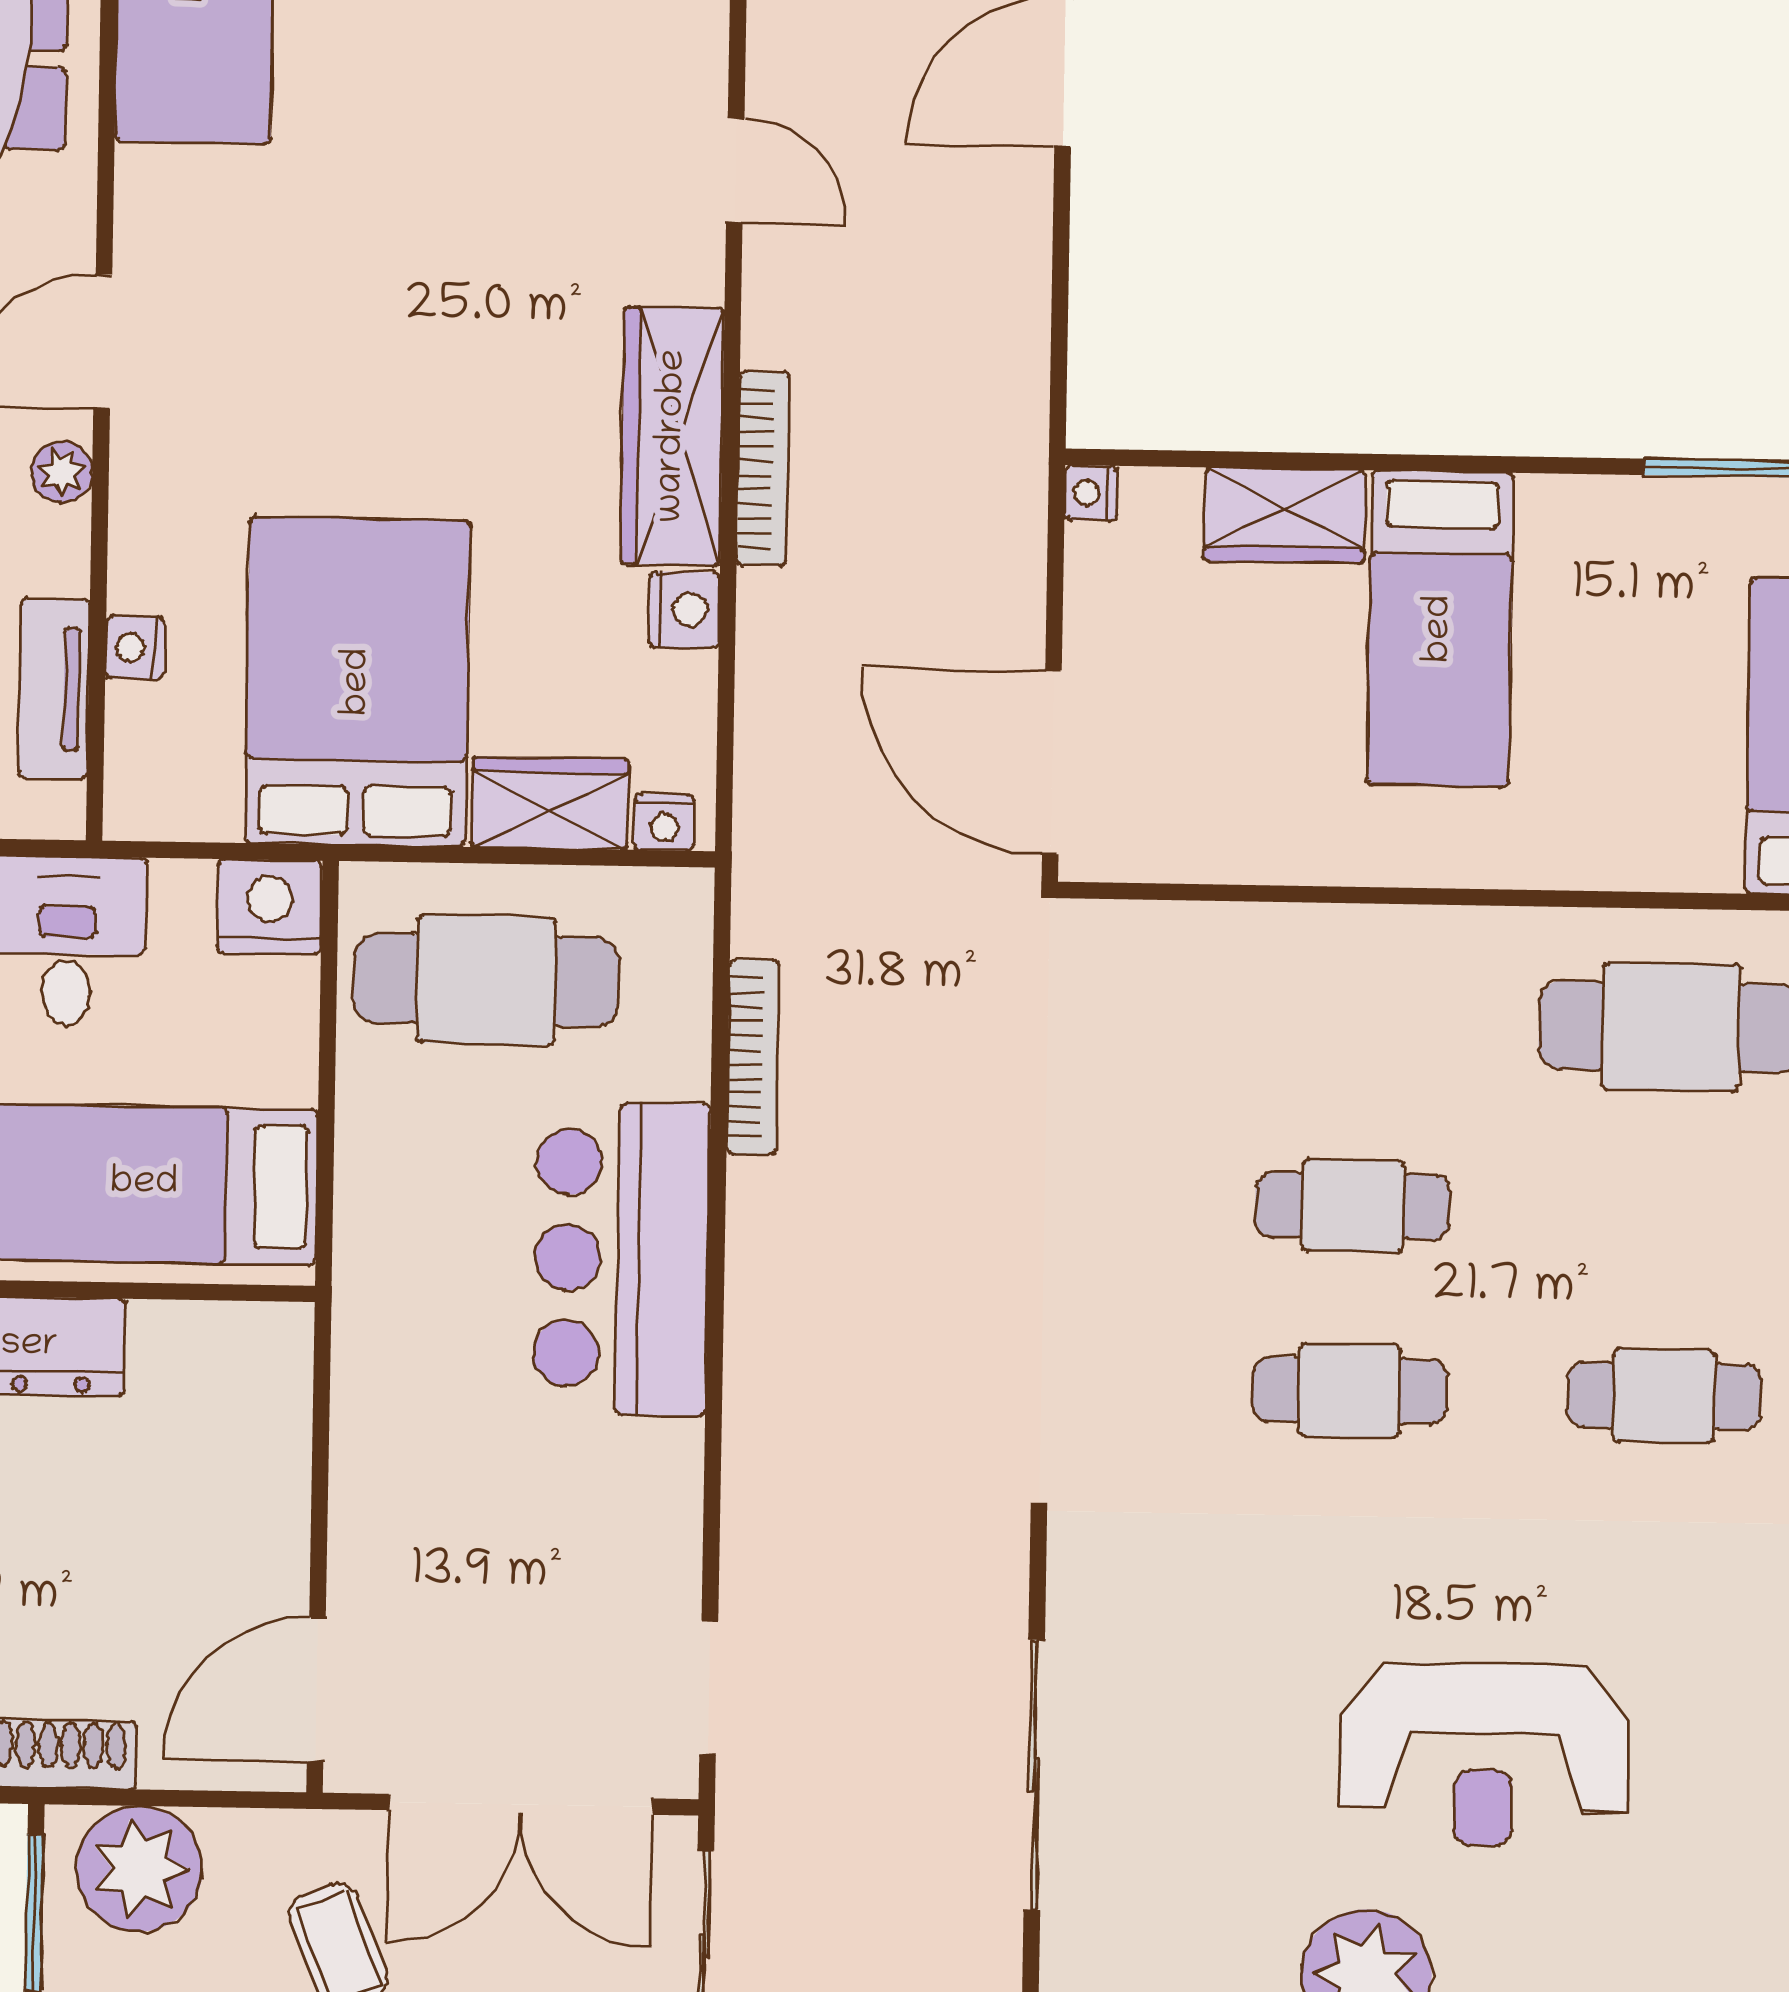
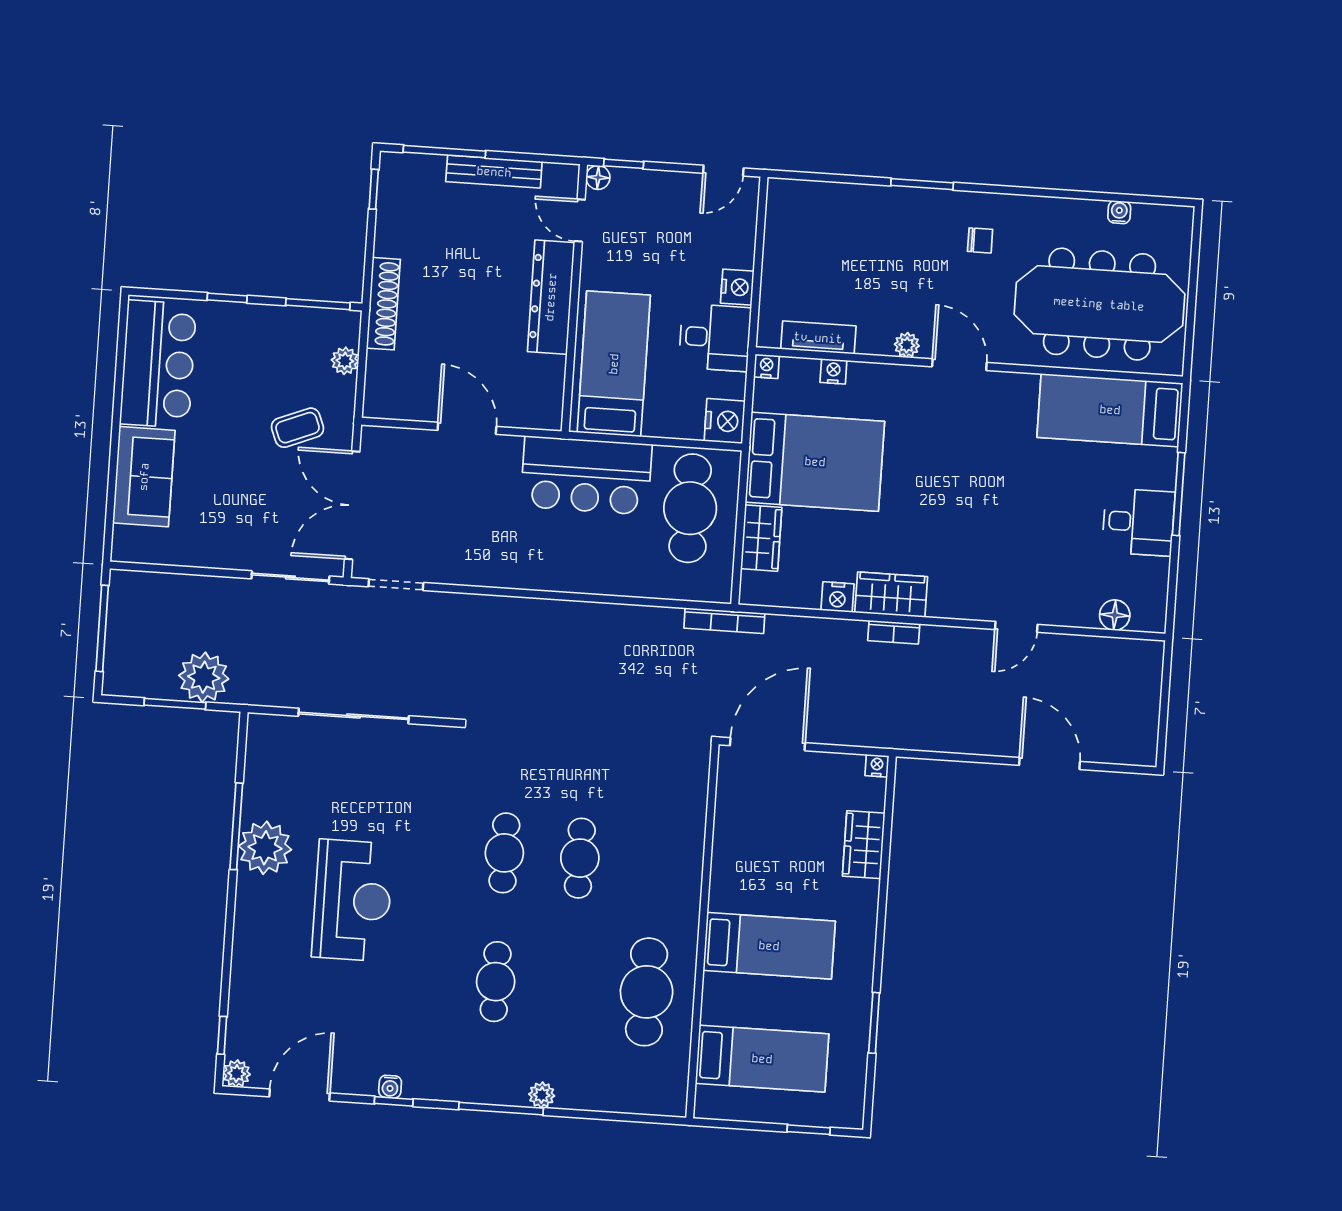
wardrobe: (673, 436) -> (891, 595), width x0.67
bookcase: (763, 468) -> (894, 632), width x0.64
bed: (1440, 629) -> (769, 946), moved, turned 180
nightstand: (664, 822) -> (767, 366), moved, turned 90
bookcase: (753, 1057) -> (724, 621), moved
bar counter: (621, 1258) -> (586, 475), moved, turned 180
door: (316, 1689) -> (467, 428), moved
reception desk: (1484, 1755) -> (352, 900), turned 180
plant: (140, 1869) -> (345, 361), width x0.53, depth x0.53

